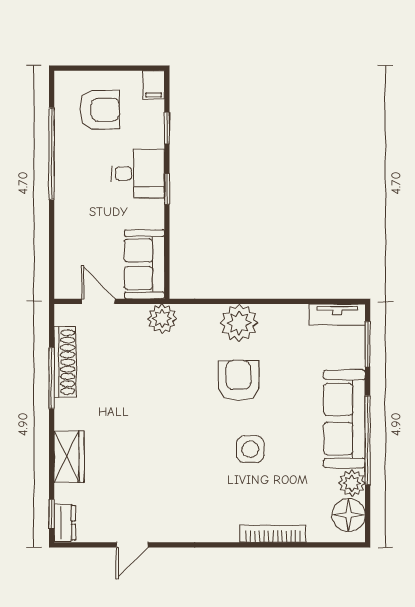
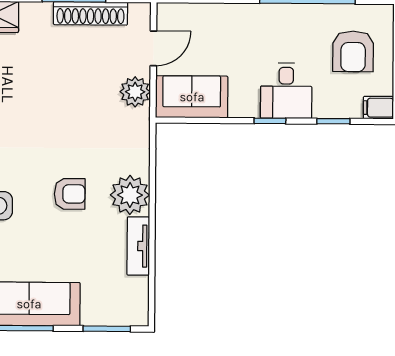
tv unit: (337, 315) -> (138, 246), moved
plant: (162, 319) -> (135, 92), moved
armchair: (238, 381) -> (70, 194), width x0.72, depth x0.72

